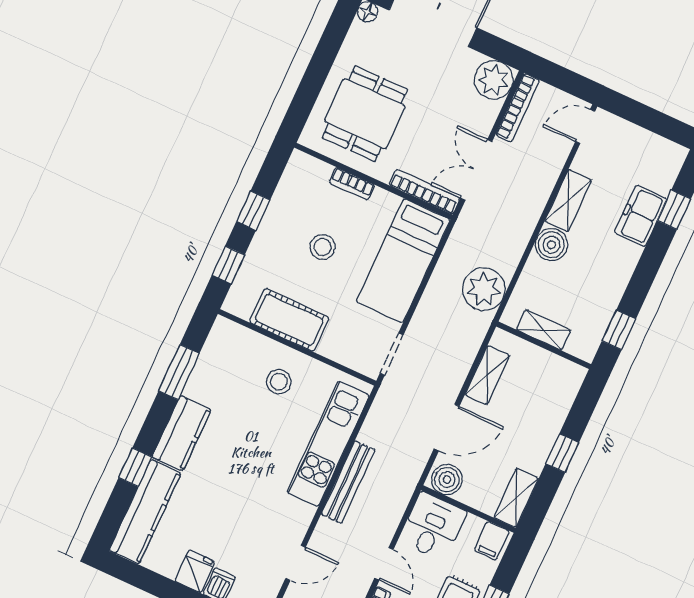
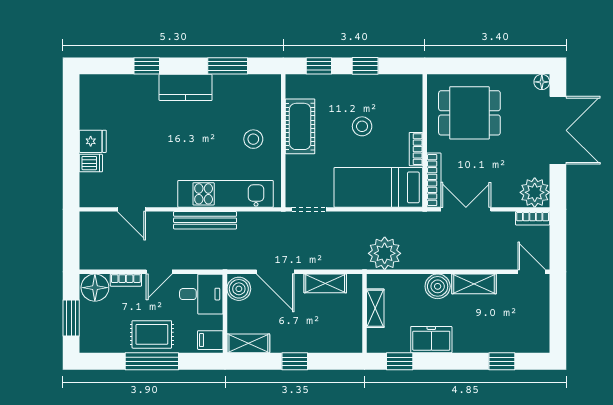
bookcase: (518, 108) -> (533, 218), width x0.64
bookcase: (352, 184) -> (416, 149), moved
freezer: (641, 216) -> (431, 340), moved
kitchen counter: (145, 512) -> (119, 87), removed

